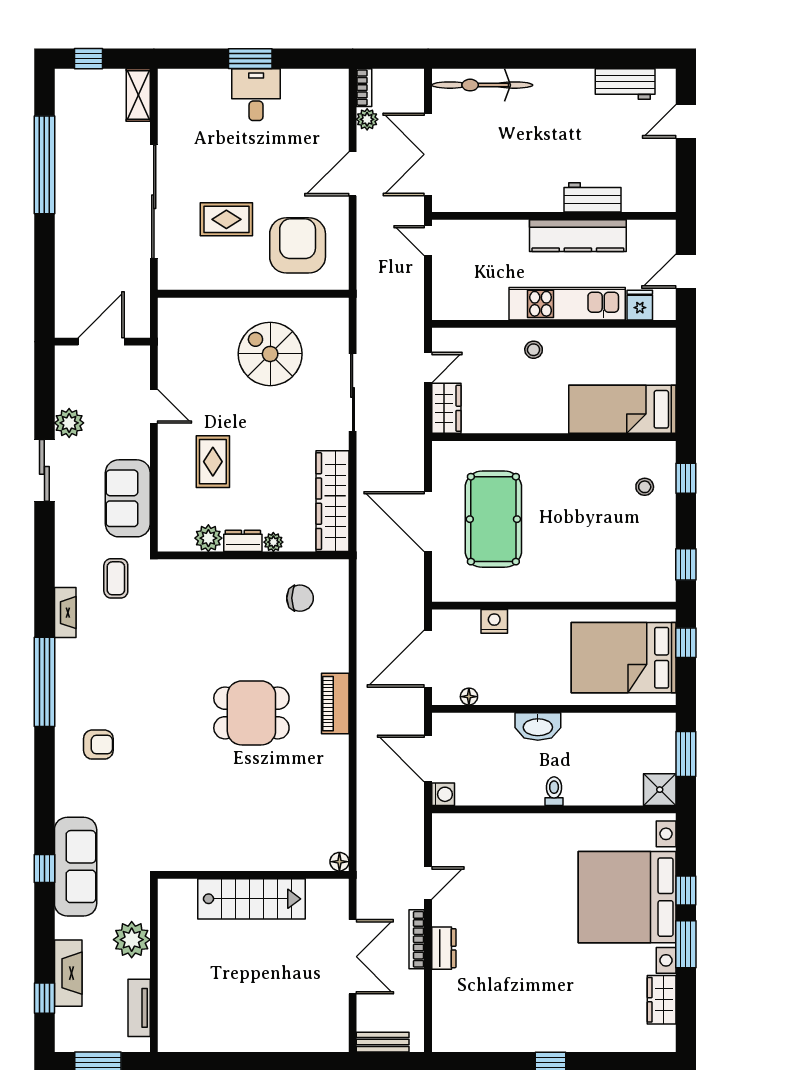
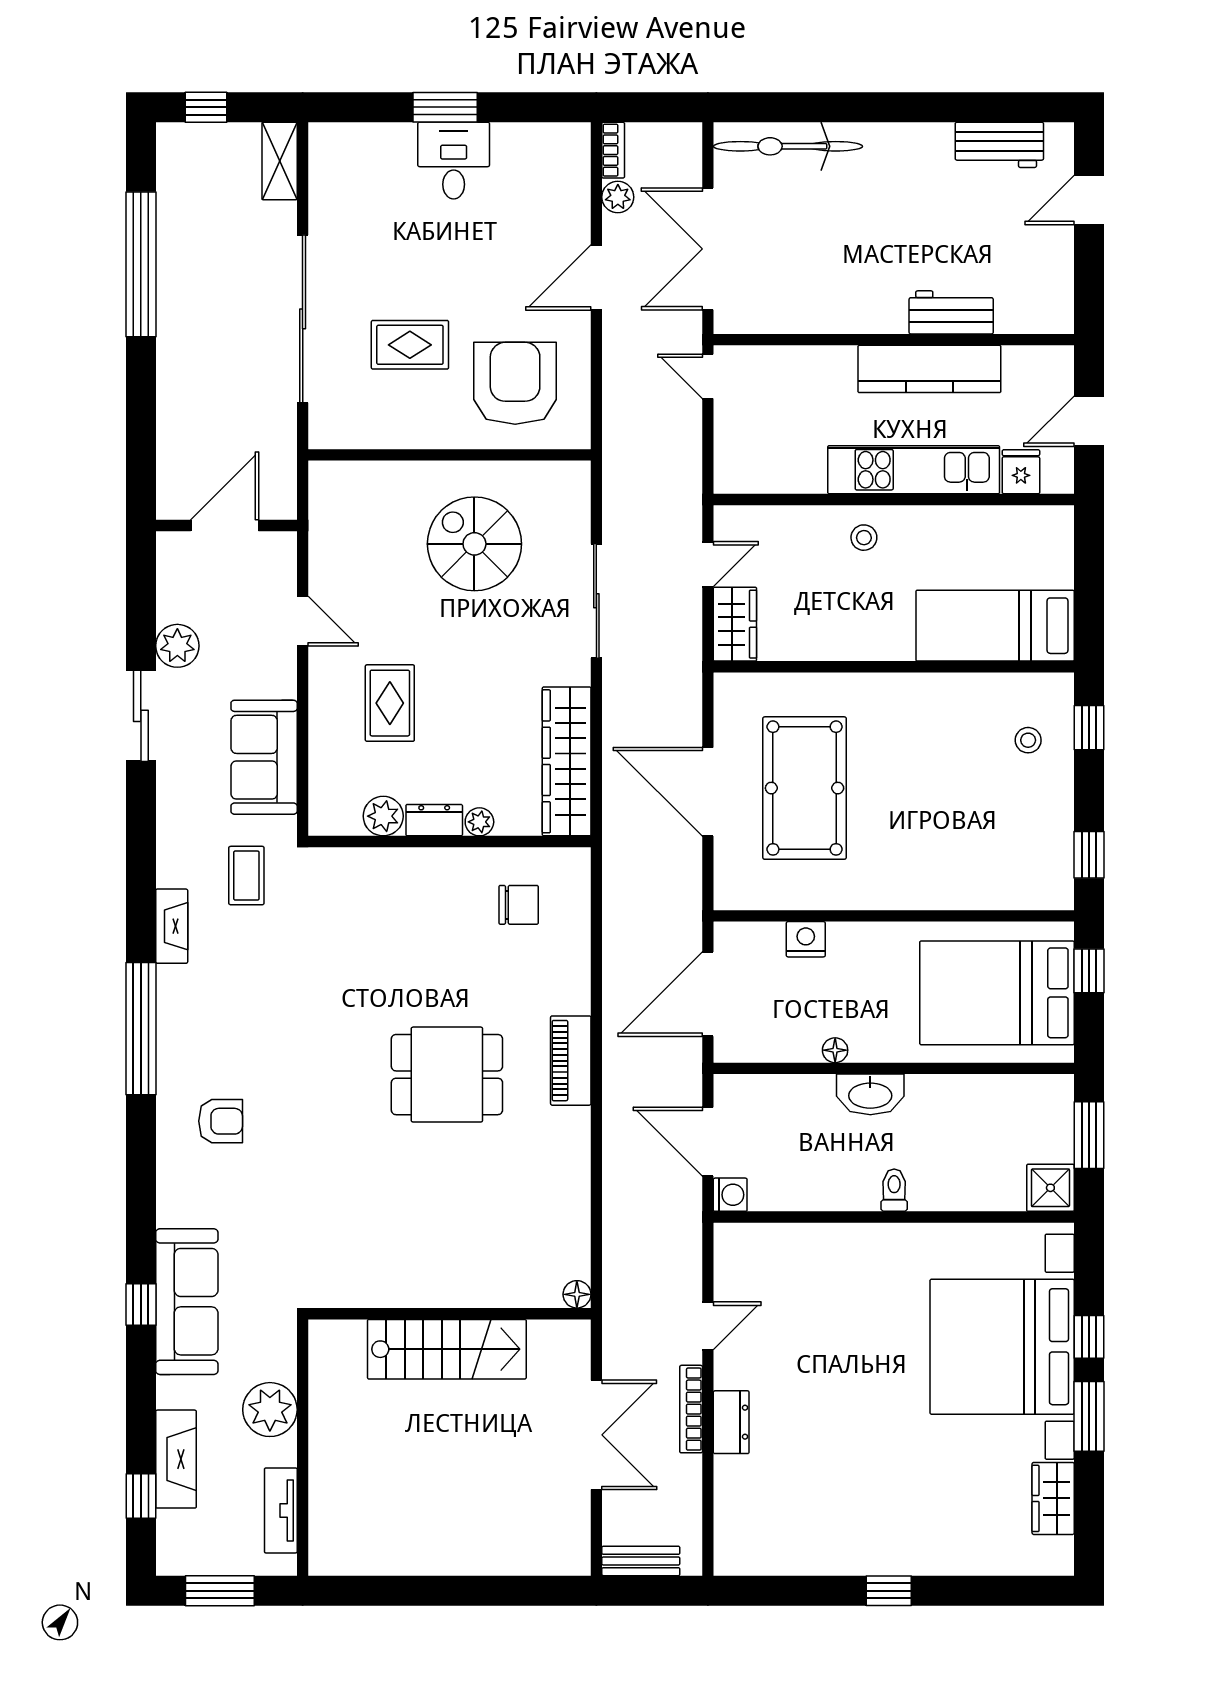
floor lamp: (469, 697) -> (835, 1050), moved

